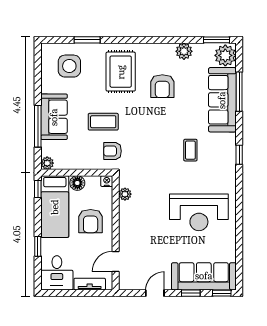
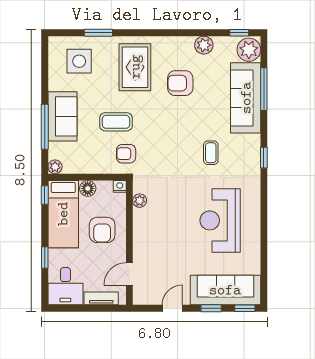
window: (216, 40) -> (239, 33), width x0.67
armchair: (162, 86) -> (180, 83), turned 90
reception desk: (199, 212) -> (220, 220), turned 90

